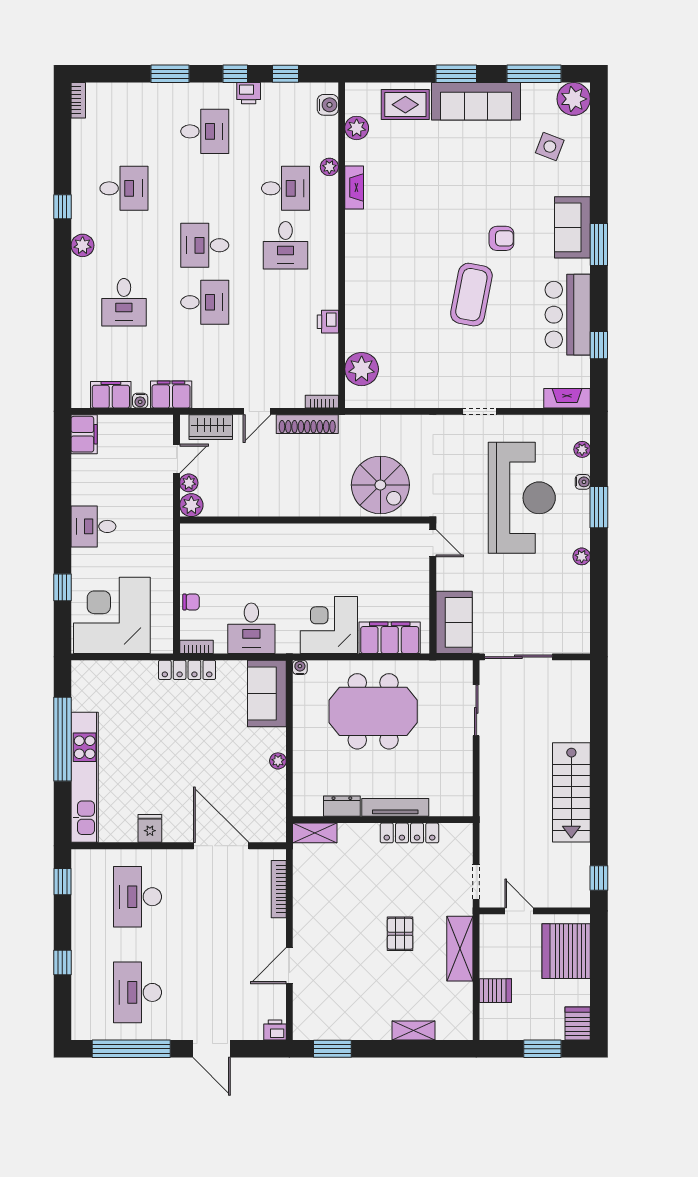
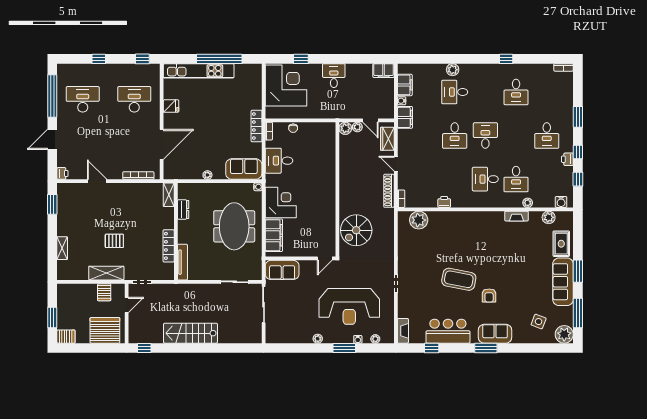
plant: (83, 245) -> (453, 70), moved
tv unit: (395, 807) -> (182, 262), moved
server rack: (495, 991) -> (104, 292), moved

